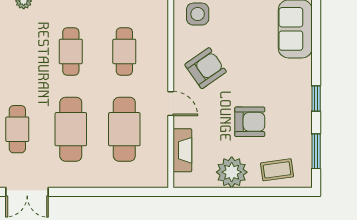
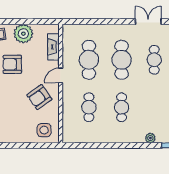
door: (171, 104) -> (61, 75), hinge flipped

